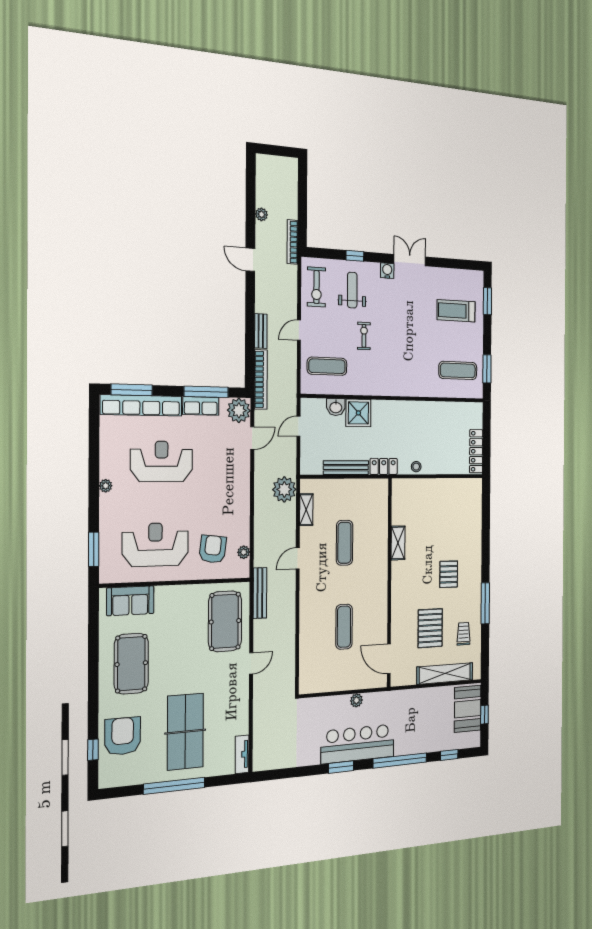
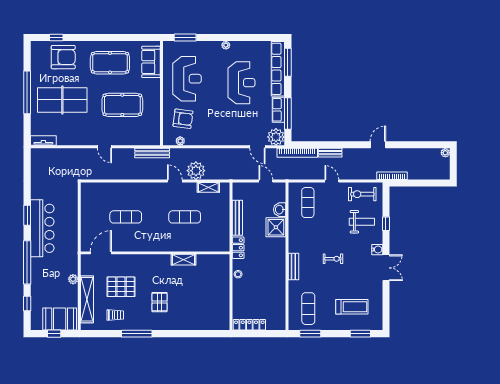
plant: (261, 214) -> (445, 153), moved
treadmill: (456, 311) -> (352, 307), turned 90
exercise bike: (364, 336) -> (333, 259), moved
bench: (407, 389) -> (293, 266), added
plant: (284, 489) -> (196, 171), moved
pallet: (449, 574) -> (160, 302), turned 90
pool table: (225, 621) -> (122, 105), moved
plant: (356, 700) -> (73, 279), moved

